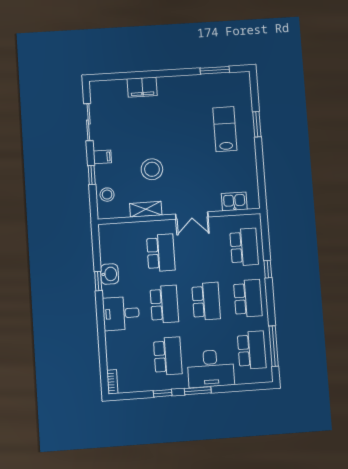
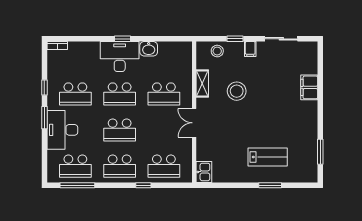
kitchen sink: (234, 202) -> (204, 172), moved
window: (98, 281) -> (123, 39), moved
desk: (121, 313) -> (120, 57), width x1.37

